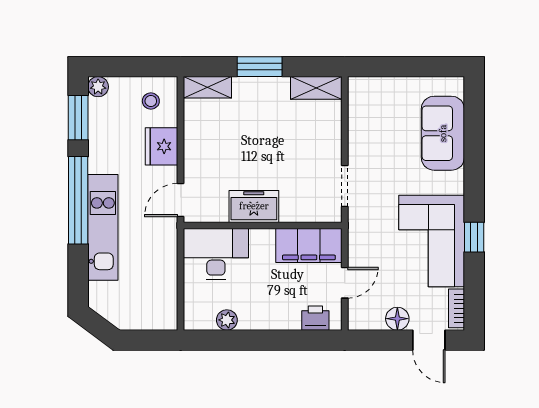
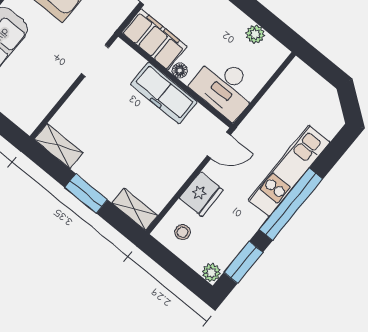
freezer: (254, 206) -> (164, 93), width x1.40
floor lamp: (266, 237) -> (180, 70), added

